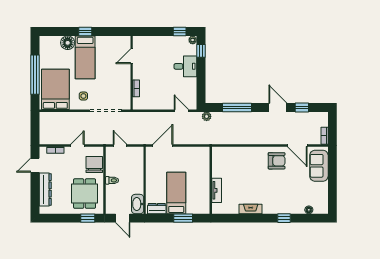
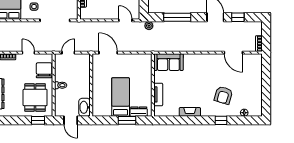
door: (77, 145) -> (28, 53), hinge flipped
door: (120, 145) -> (68, 53), hinge flipped
door: (163, 145) -> (108, 53), hinge flipped
armchair: (277, 161) -> (223, 95), moved, turned 107
sofa: (319, 166) -> (168, 62), moved, turned -90
dresser: (157, 209) -> (139, 112), moved

